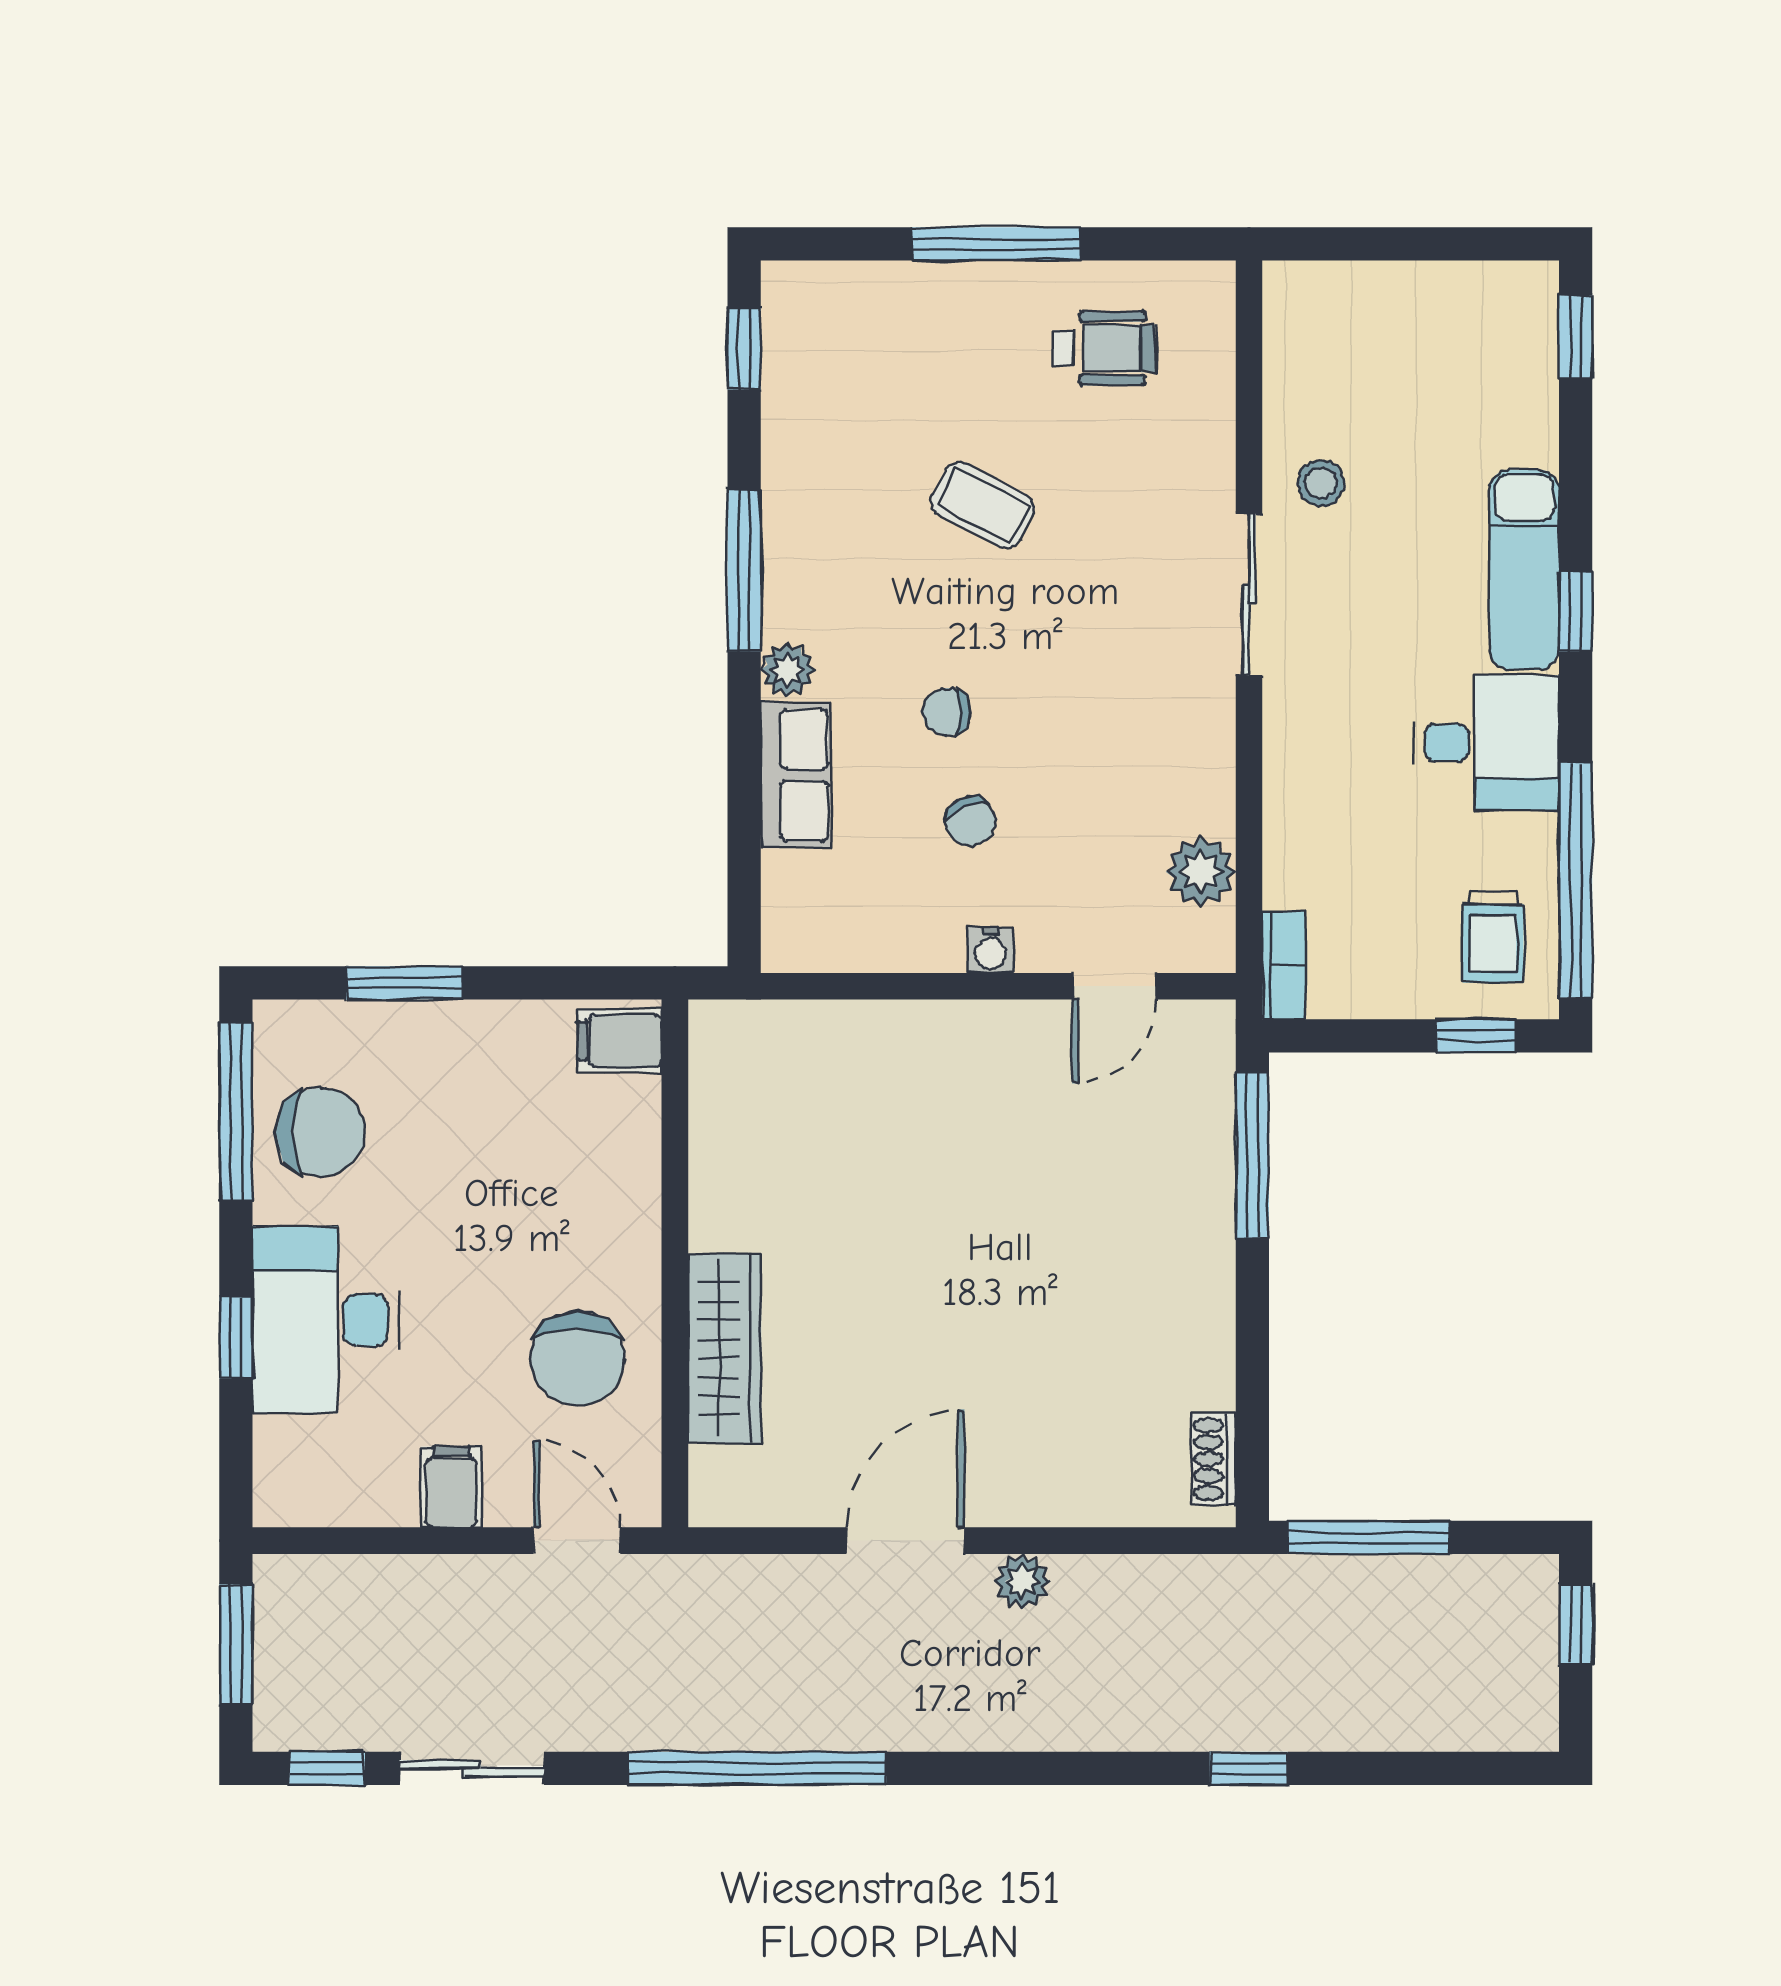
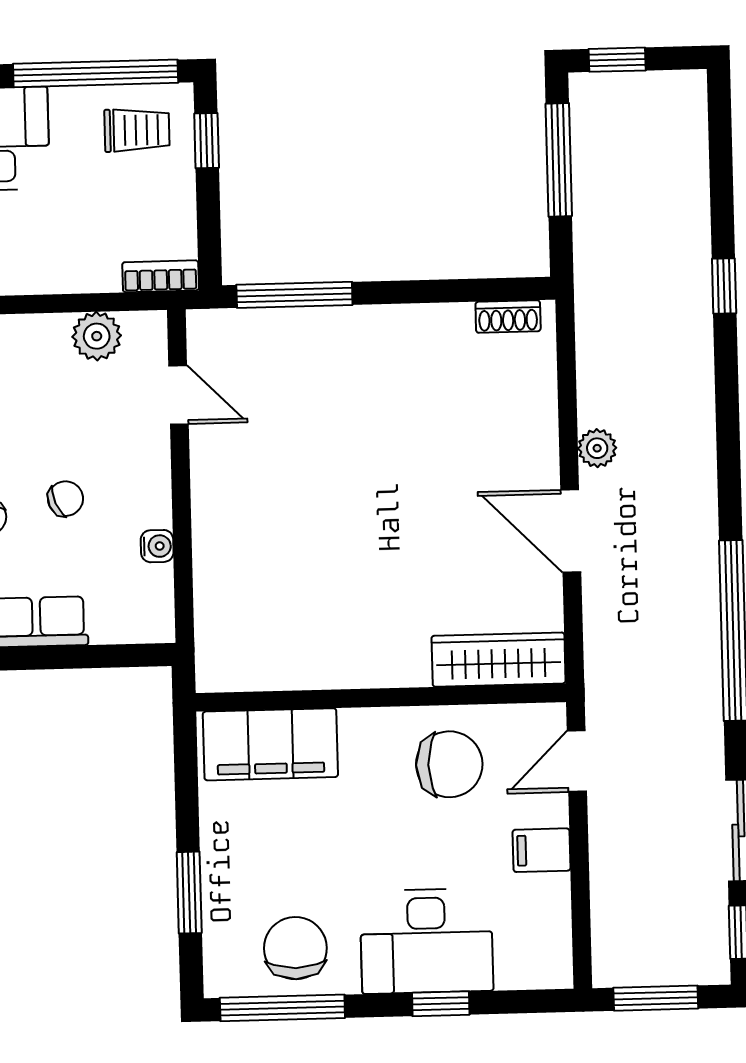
water cooler: (991, 950) -> (157, 546), moved
filing cabinet: (619, 1041) -> (270, 744), width x3.00, depth x1.17
wardrobe: (725, 1348) -> (499, 660), moved
window: (1368, 1537) -> (559, 160), moved

